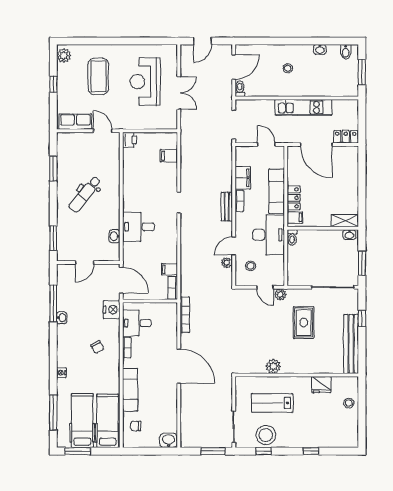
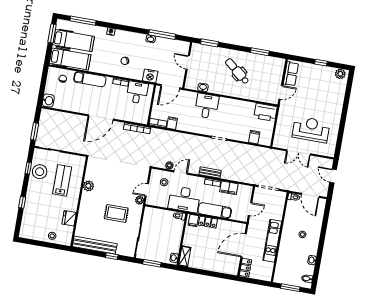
coffee table: (98, 76) -> (321, 96), removed
printer: (130, 140) -> (265, 112), width x1.87, depth x1.48
door: (234, 246) -> (181, 173), hinge flipped

